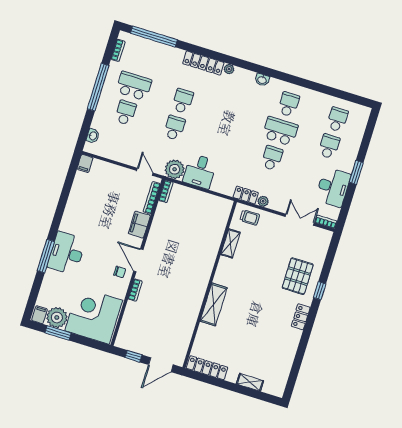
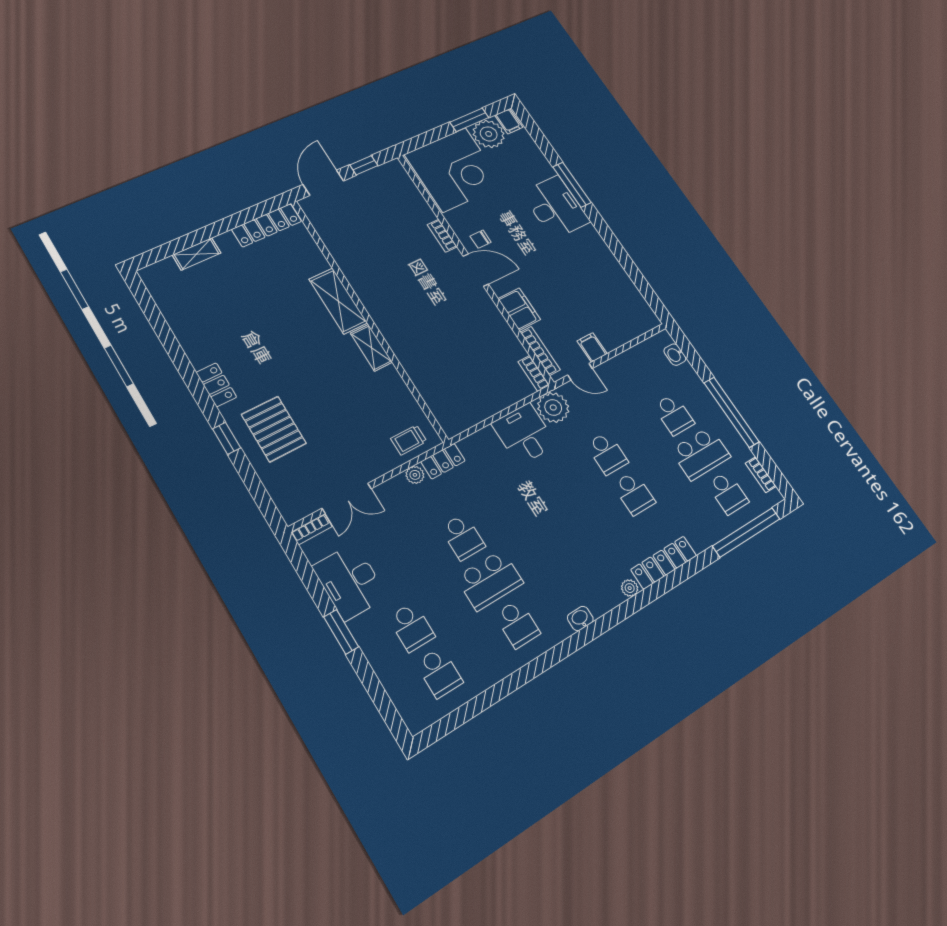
school desk: (142, 59) -> (728, 493), added
filing cabinet: (85, 163) -> (592, 347), moved
shelving: (230, 243) -> (371, 348), moved

